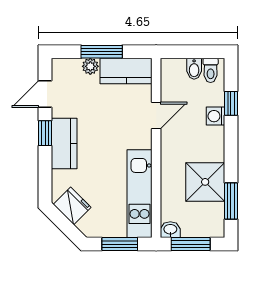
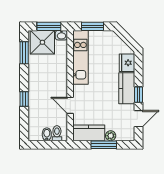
toilet: (211, 70) -> (57, 133), moved
window: (231, 103) -> (24, 99), moved
door: (156, 116) -> (70, 105), hinge flipped
washing machine: (215, 116) -> (34, 105), removed
shower: (205, 182) -> (42, 42), moved
fridge: (72, 206) -> (127, 63), moved, turned 45

